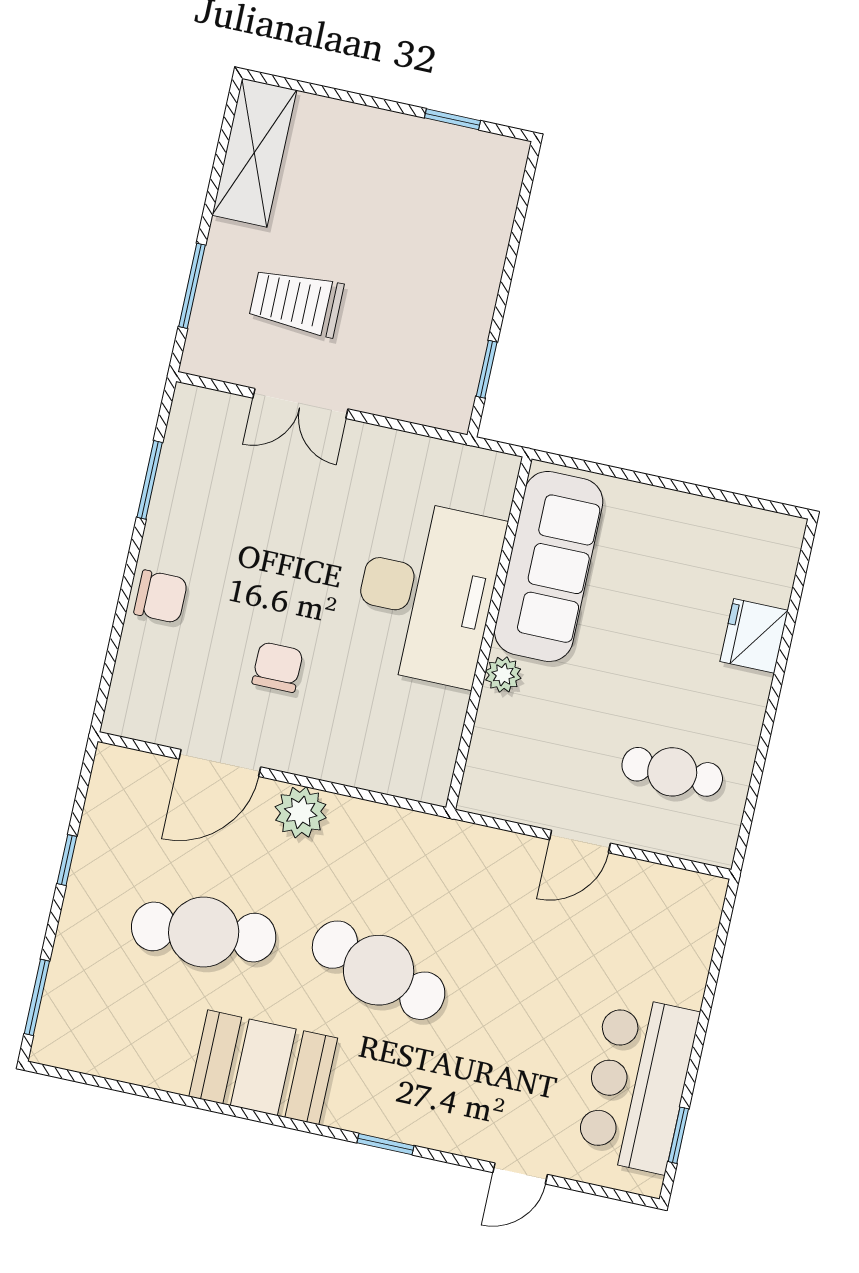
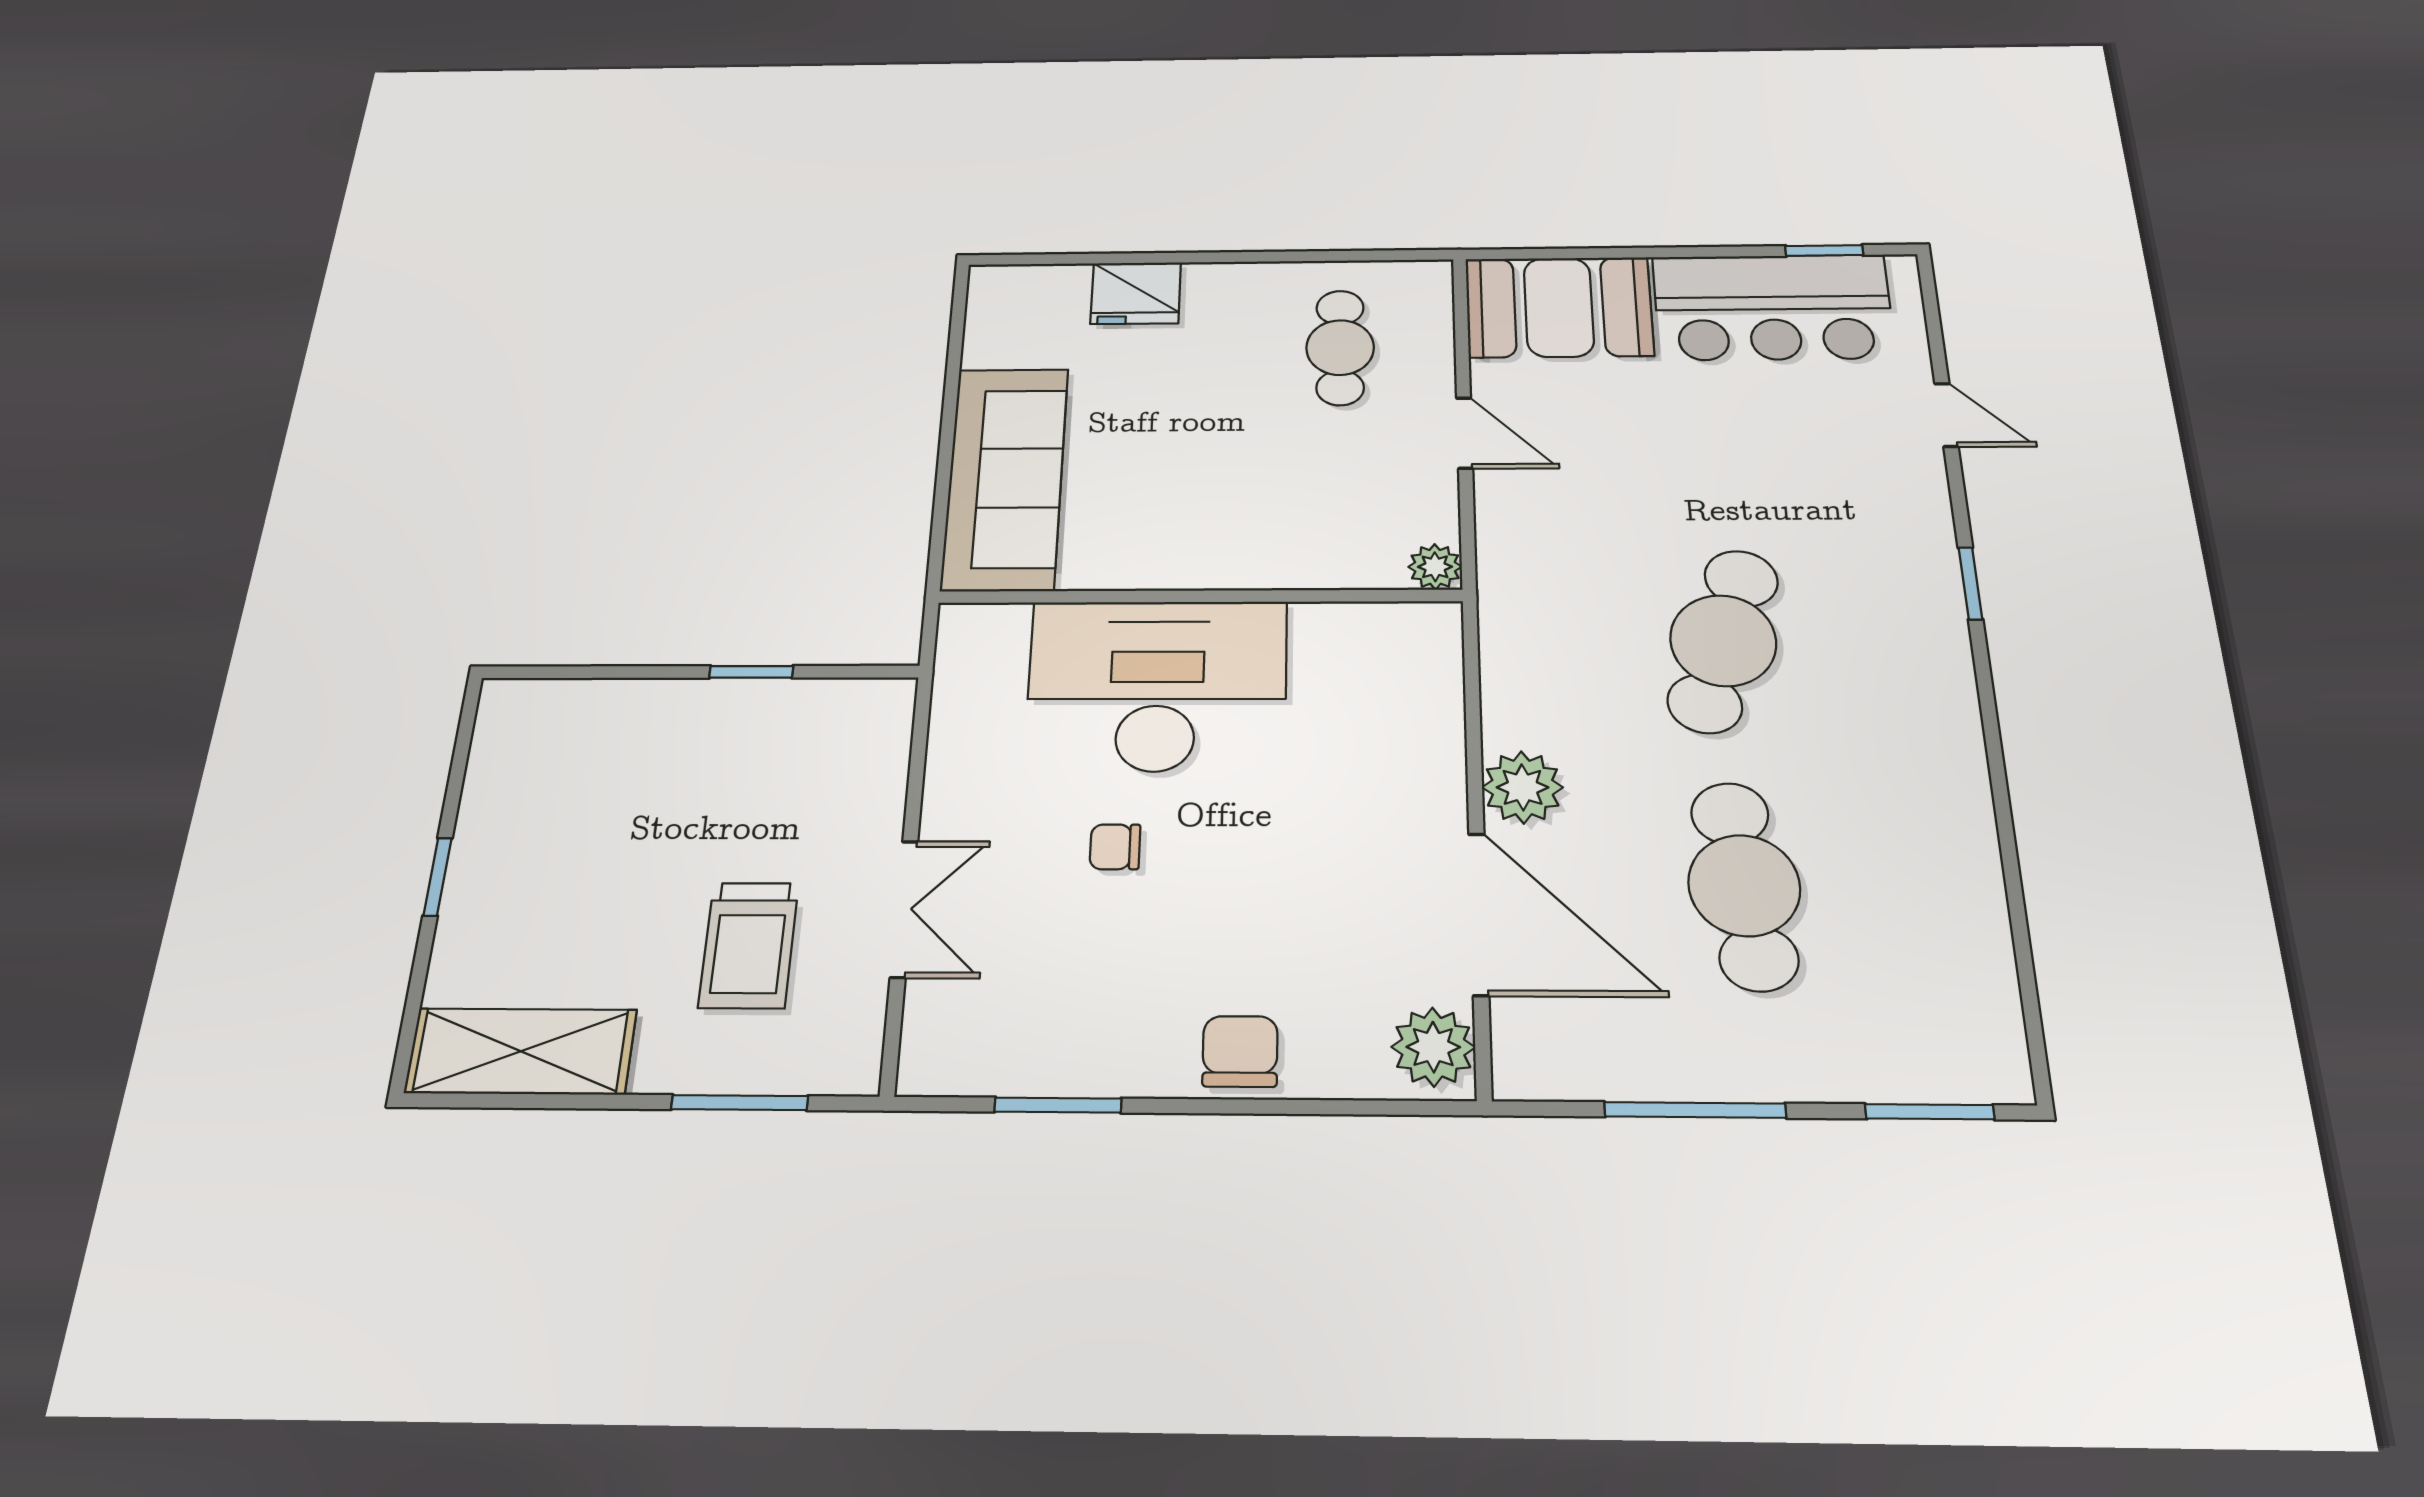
window: (452, 119) -> (438, 877), moved
window: (487, 369) -> (751, 672), moved
sofa: (549, 566) -> (1005, 478), moved, turned 90
chair: (278, 667) -> (1115, 847), moved, width x0.73, depth x0.73
plant: (503, 675) -> (1435, 567), moved
plant: (139, 714) -> (1433, 1047), added
door: (220, 763) -> (1479, 914), width x1.36
window: (67, 860) -> (1695, 1110), width x2.17
booth: (263, 1067) -> (1559, 307), moved, turned 90

